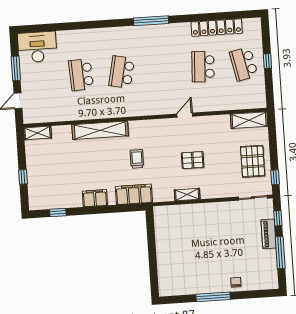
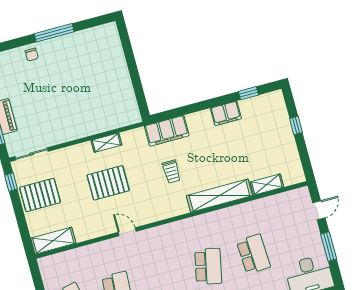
door: (185, 115) -> (127, 232), swing flipped
shelving: (37, 133) -> (267, 185), moved
pallet: (193, 160) -> (108, 183), width x1.50, depth x1.42
pallet: (253, 161) -> (40, 195), turned 90
filing cabinet: (95, 198) -> (226, 113), moved

